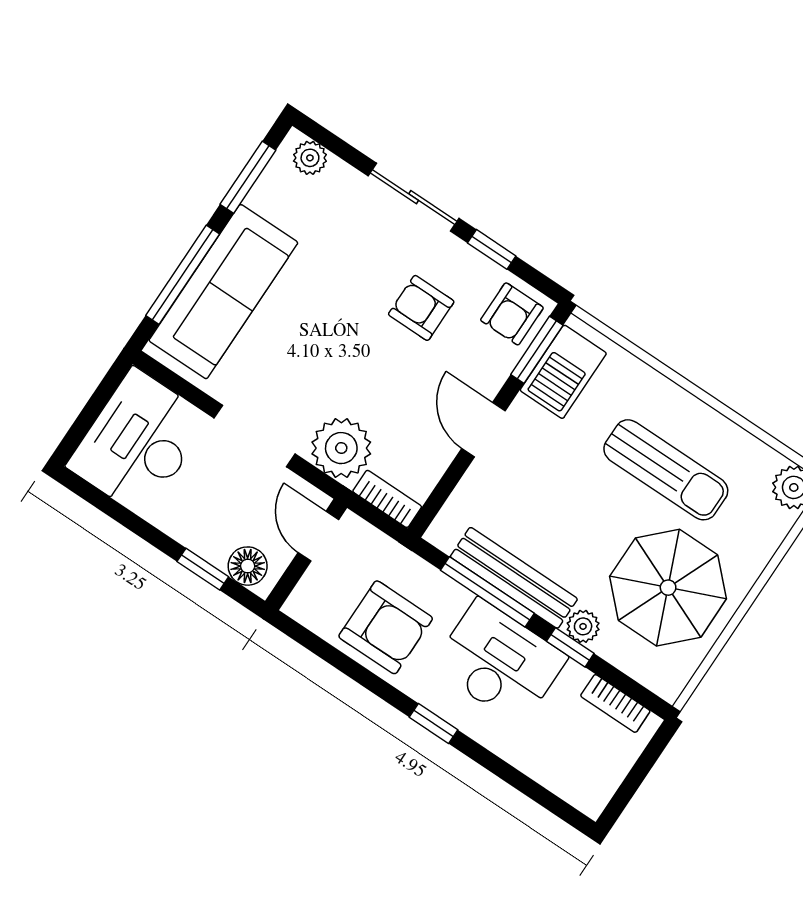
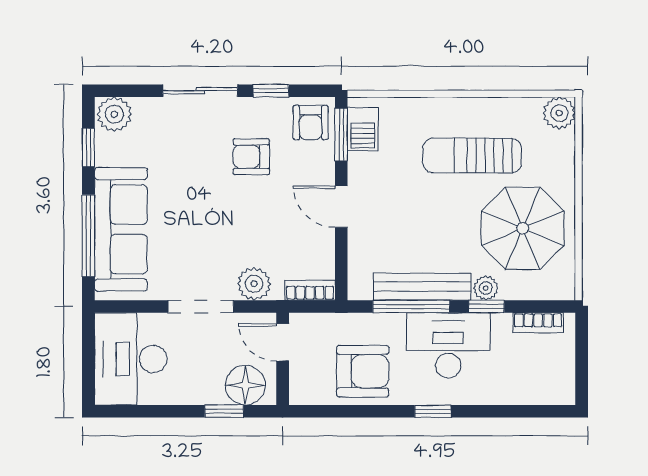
plant: (310, 158) -> (114, 114), width x1.38, depth x1.38
window: (248, 177) -> (88, 148), width x0.67
barbecue: (563, 372) -> (363, 129), width x0.73, depth x0.79
plant: (341, 448) -> (254, 284), width x0.73, depth x0.73
sun lounger: (666, 470) -> (472, 156), turned 180
floor lamp: (248, 566) -> (245, 385), width x1.38, depth x1.38

